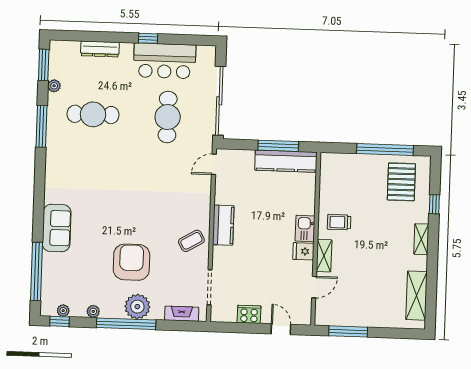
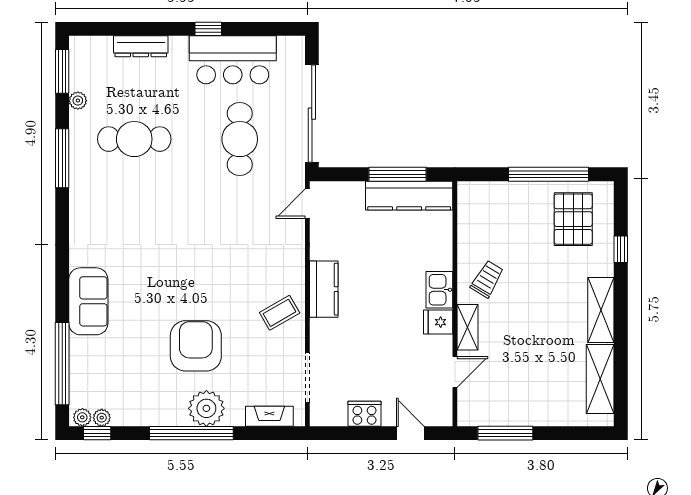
trolley: (339, 222) -> (487, 279), turned 121
shelving: (421, 239) -> (601, 310), width x1.50, depth x1.33
plant: (93, 311) -> (82, 417), moved

